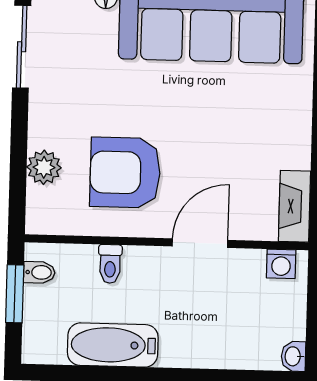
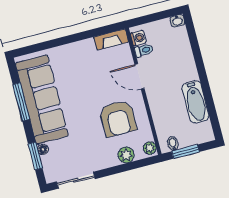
plant: (44, 221) -> (150, 148), added
toilet: (110, 264) -> (144, 50), moved

